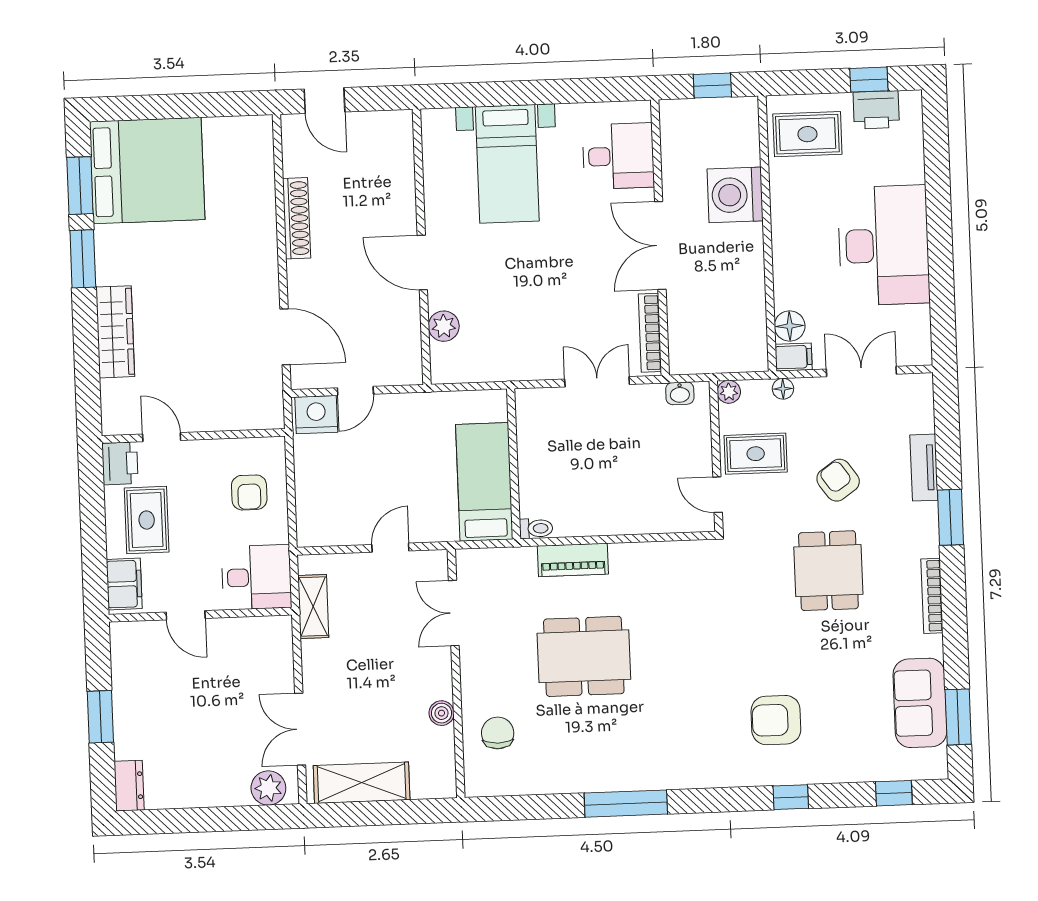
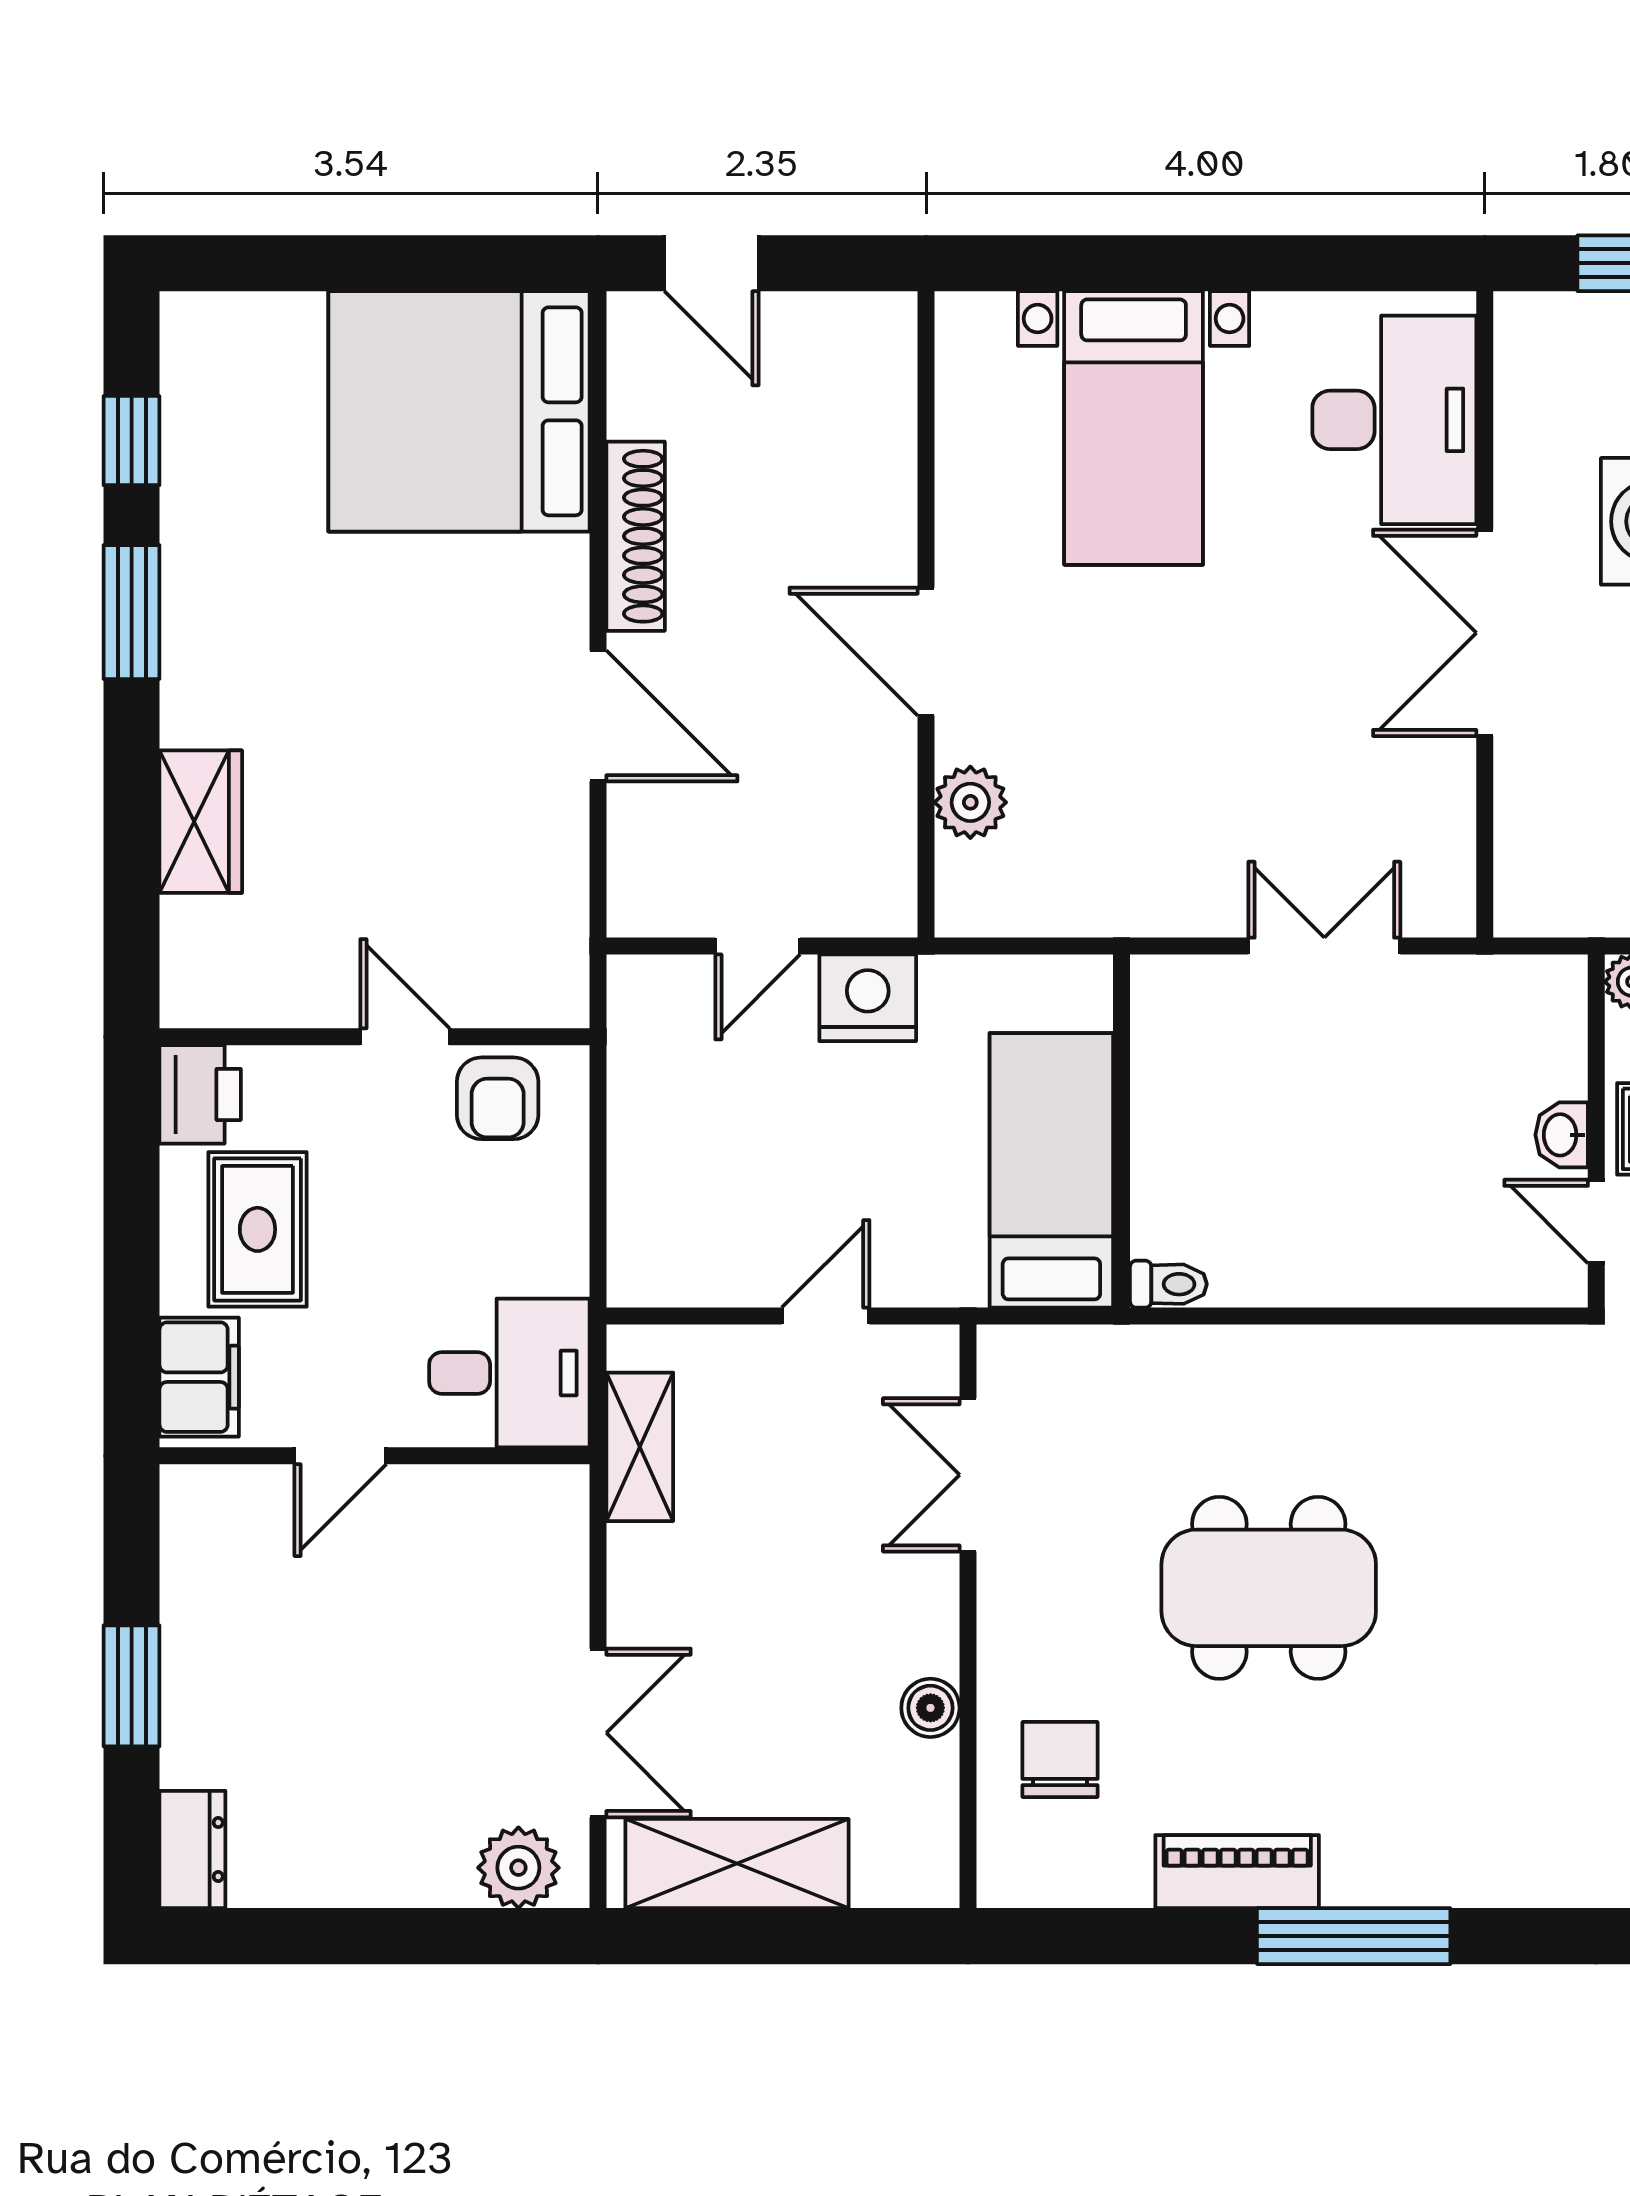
desk: (618, 156) -> (1394, 420), width x1.37
bed: (147, 171) -> (459, 411), moved, turned 180
window: (80, 186) -> (132, 441), width x0.67
wardrobe: (115, 332) -> (201, 822), width x0.67
bookcase: (650, 333) -> (1453, 836), removed
door: (285, 337) -> (598, 716), moved
washbasin: (680, 393) -> (1562, 1135), moved, turned 90
nightstand: (316, 415) -> (868, 998), moved
door: (162, 437) -> (405, 1037), moved
armchair: (249, 492) -> (498, 1098), moved
piano: (573, 560) -> (1237, 1872), moved, turned 180
door: (186, 615) -> (340, 1456), hinge flipped
double door: (300, 729) -> (598, 1733), swing flipped

